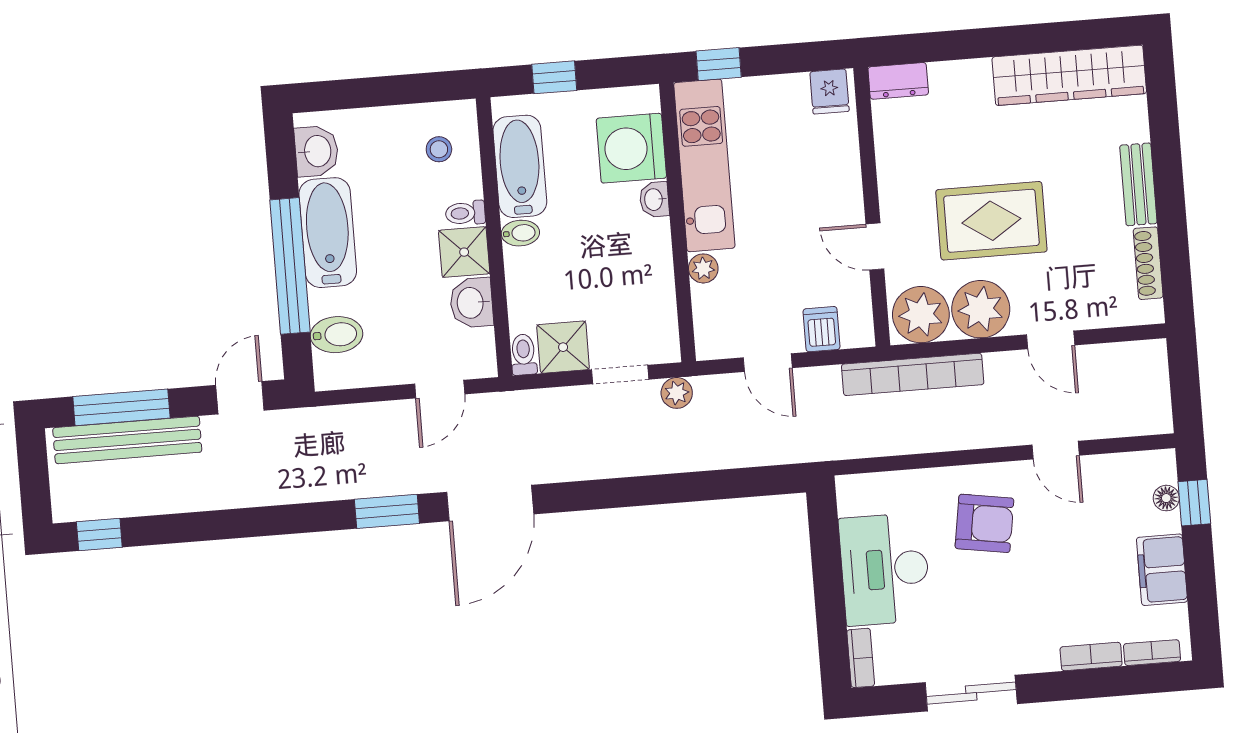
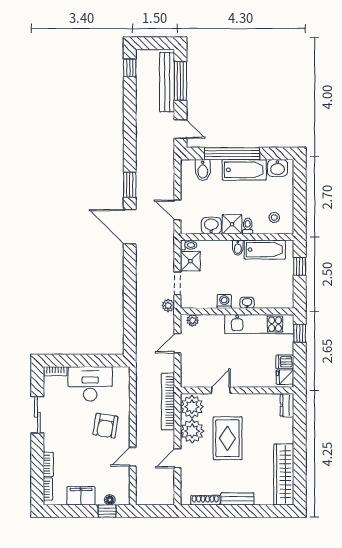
washing machine: (631, 148) -> (224, 301), moved, width x0.53, depth x0.53
plant: (703, 268) -> (193, 320), moved
dishwasher: (822, 329) -> (285, 362), moved, turned 180

